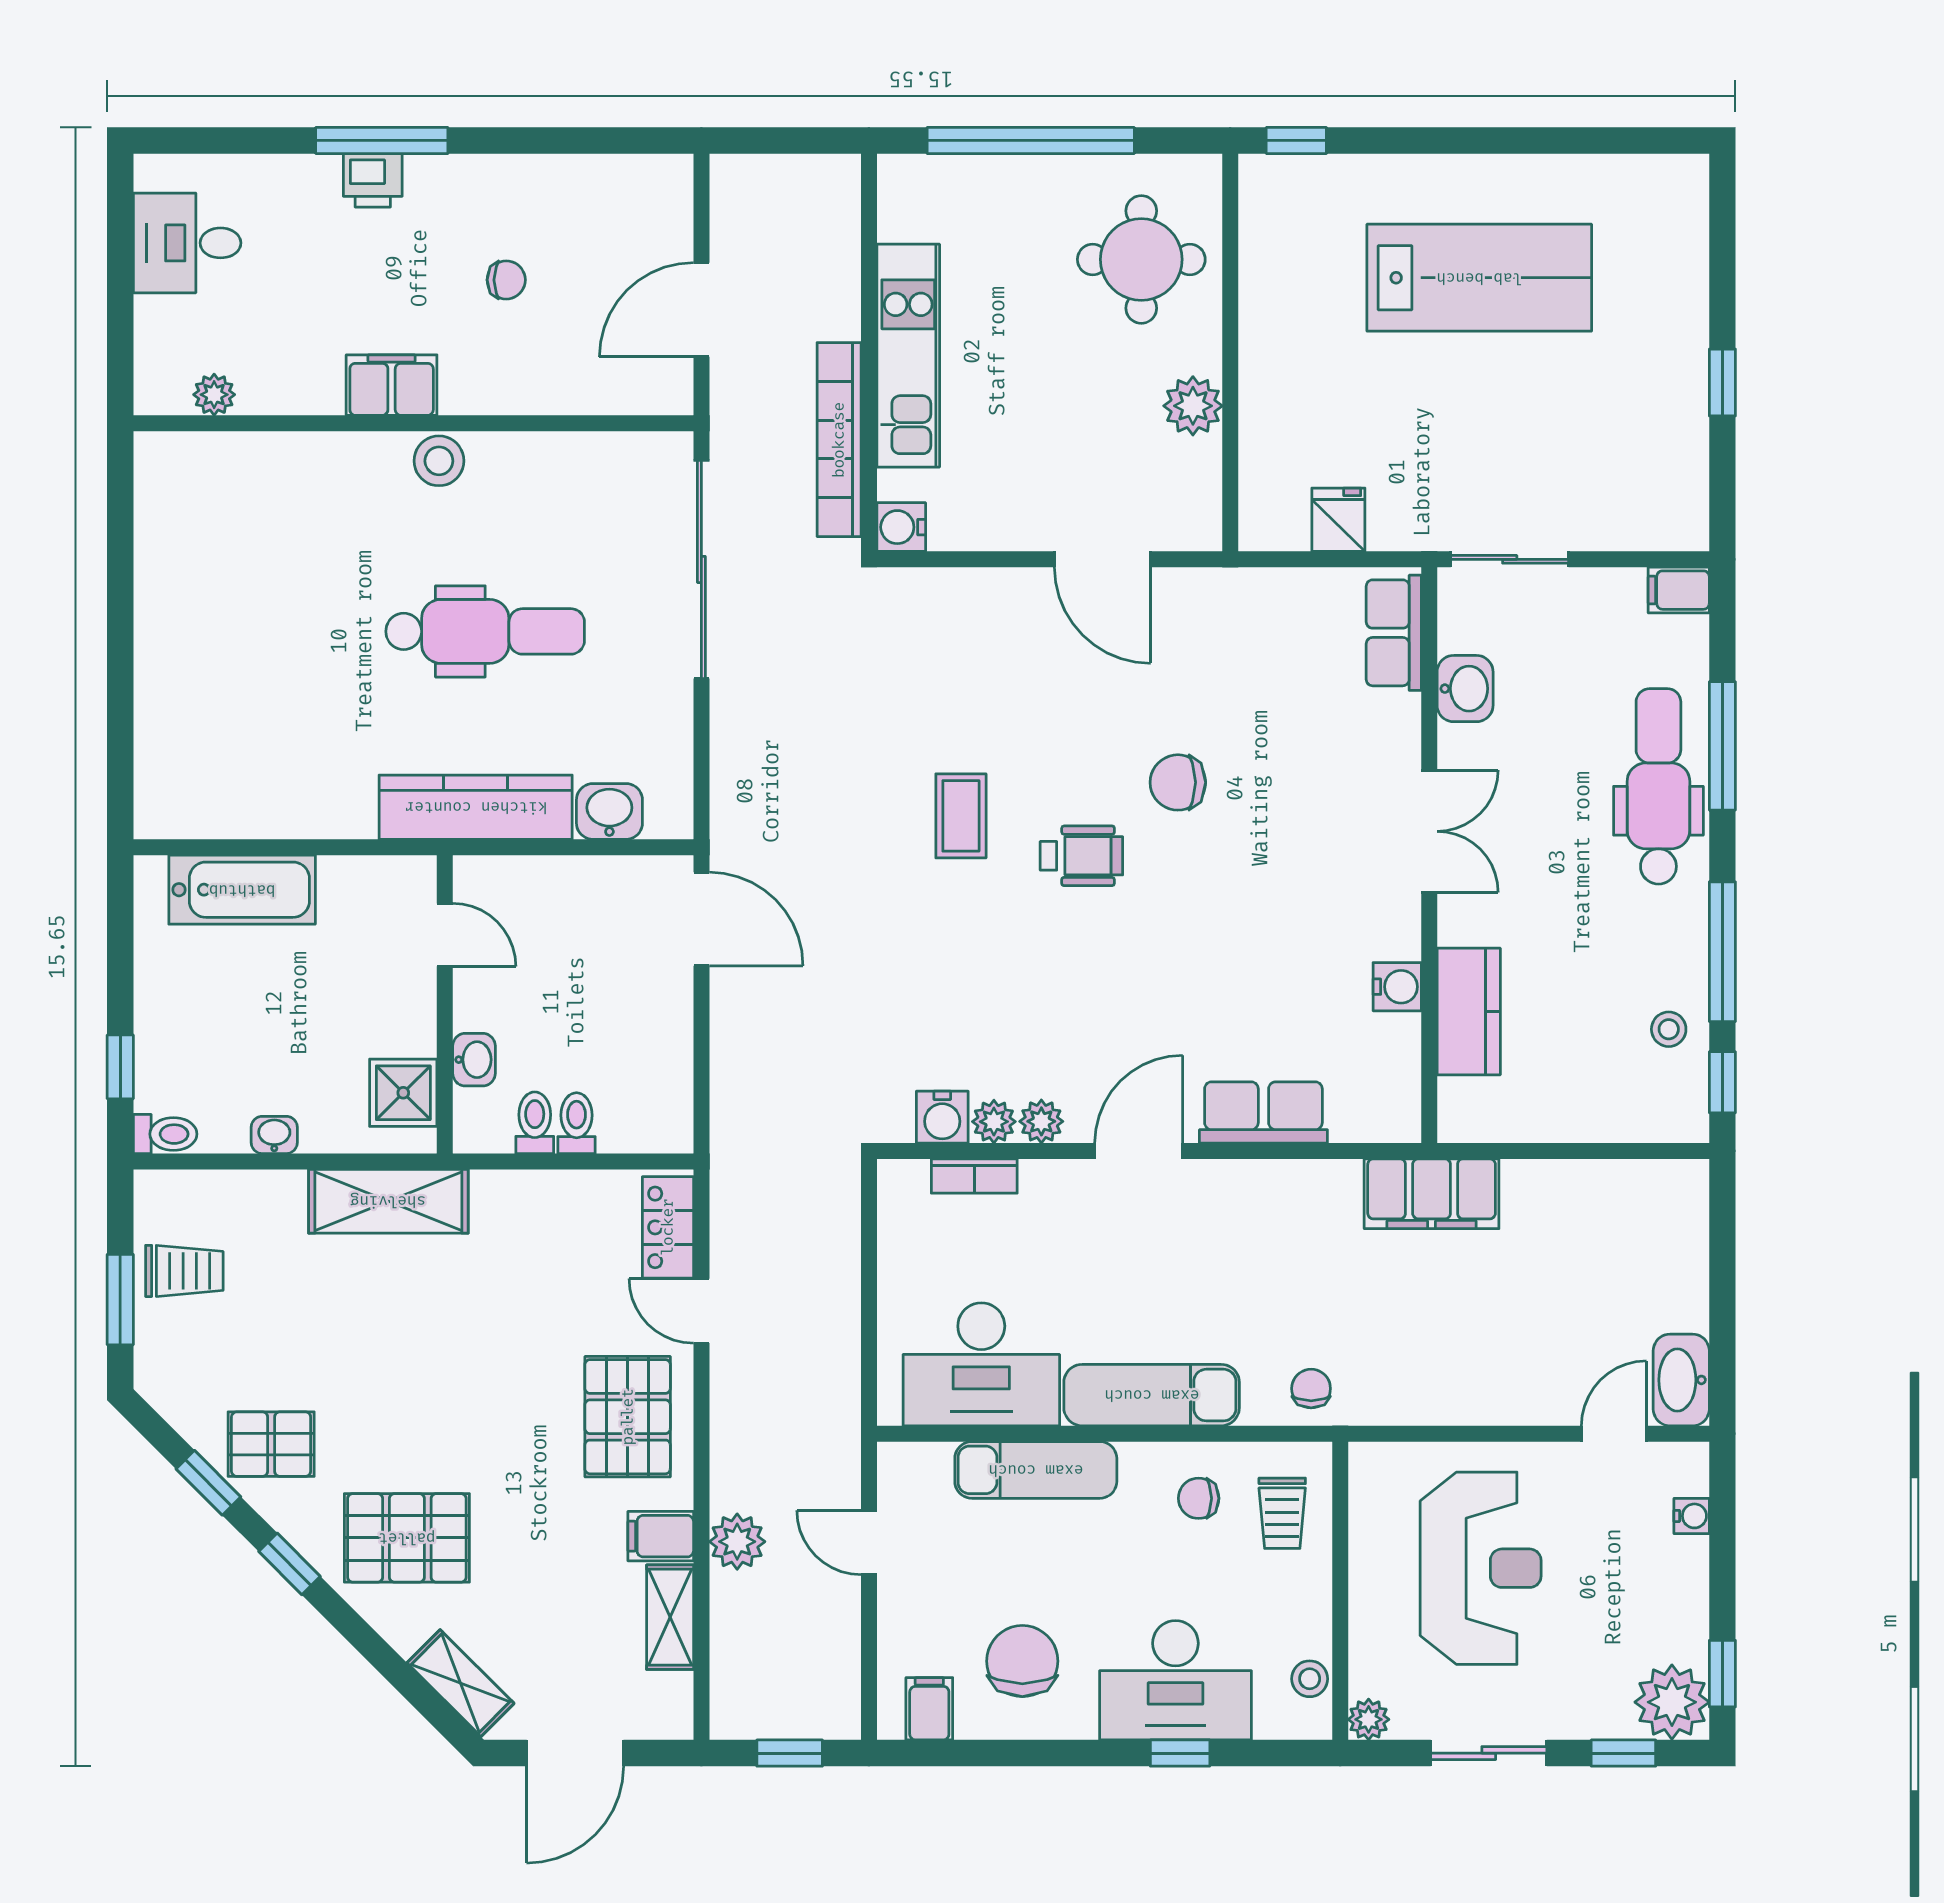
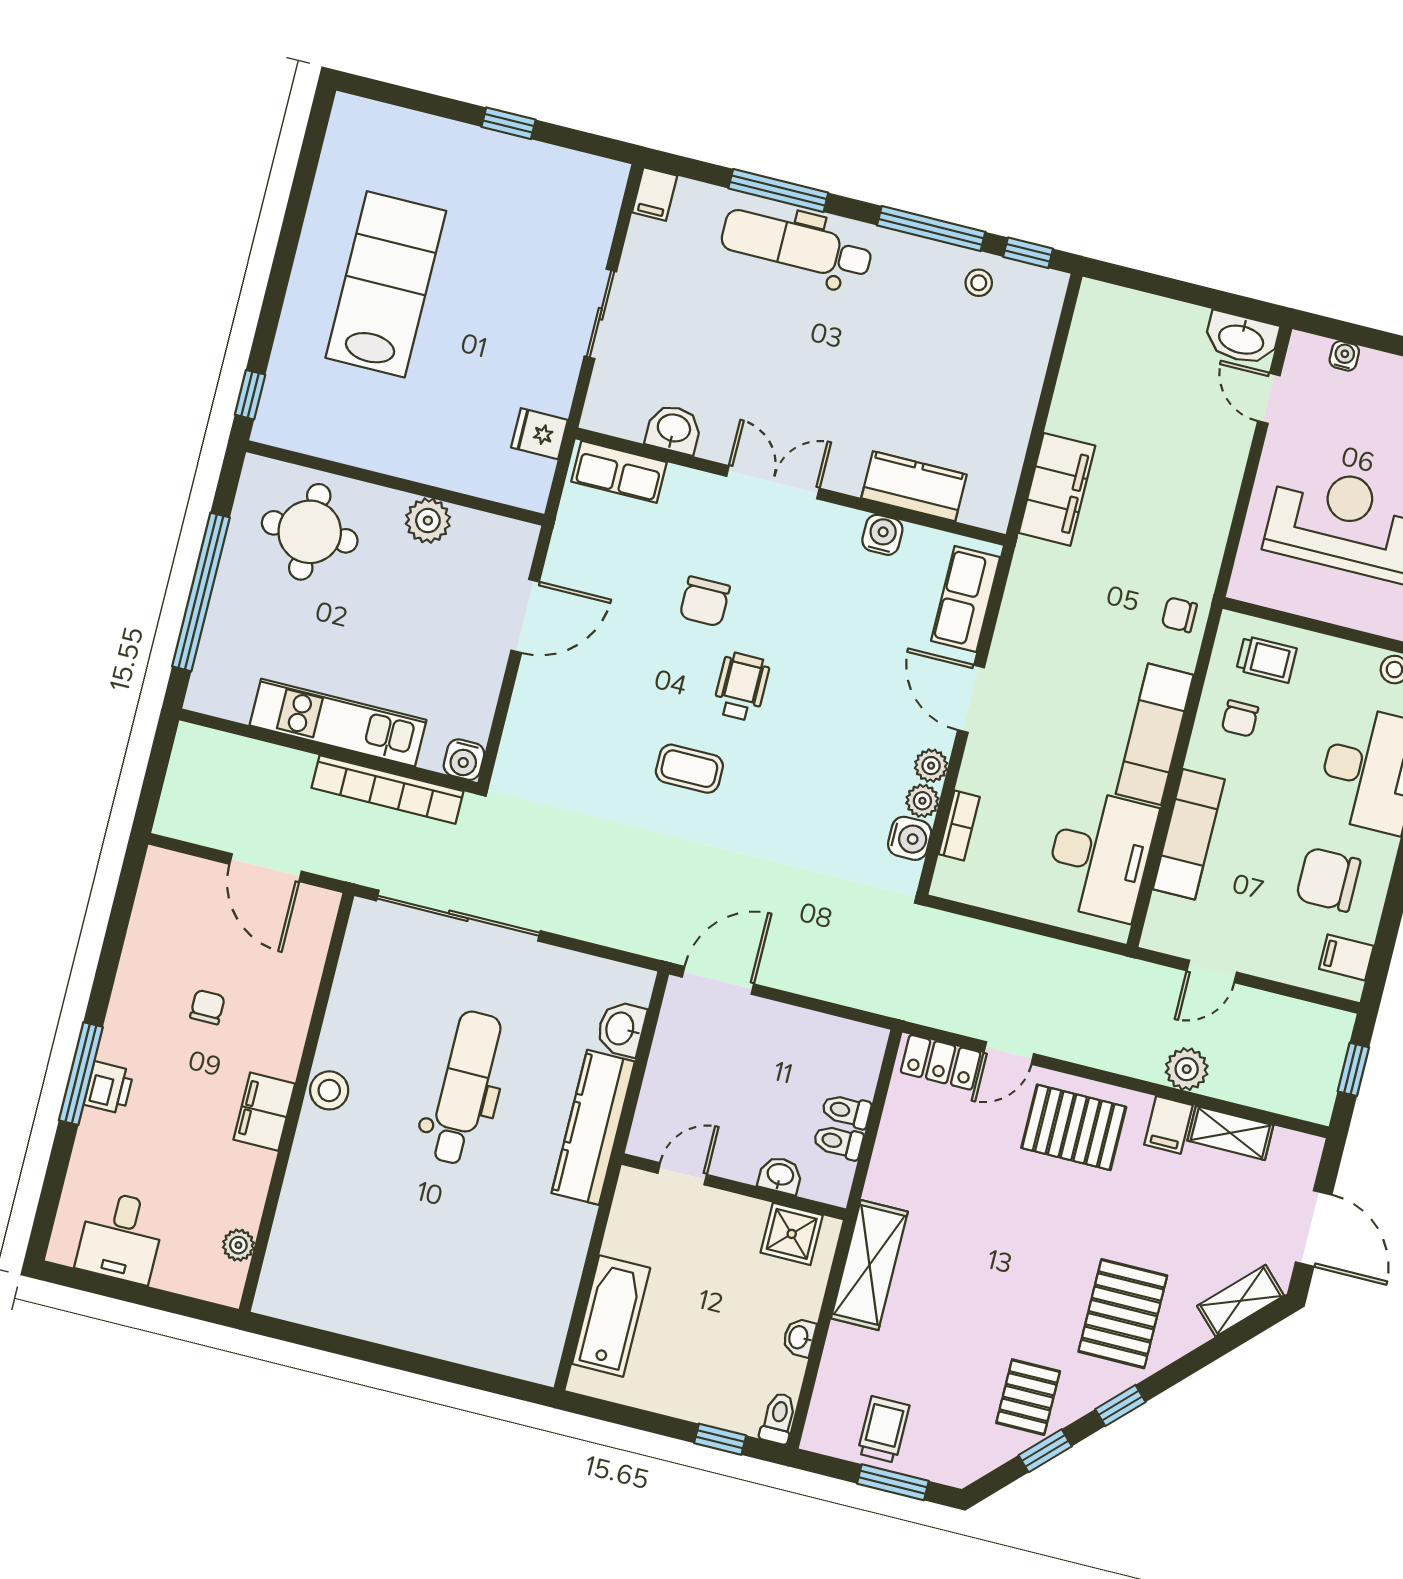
row of seats: (1394, 633) -> (619, 472), moved
washbasin: (1465, 689) -> (674, 429), moved
double door: (1429, 831) -> (773, 482), moved
wall: (1429, 855) -> (791, 487), moved
water cooler: (1397, 987) -> (882, 535), moved
kitchen counter: (1469, 1011) -> (914, 486), moved

